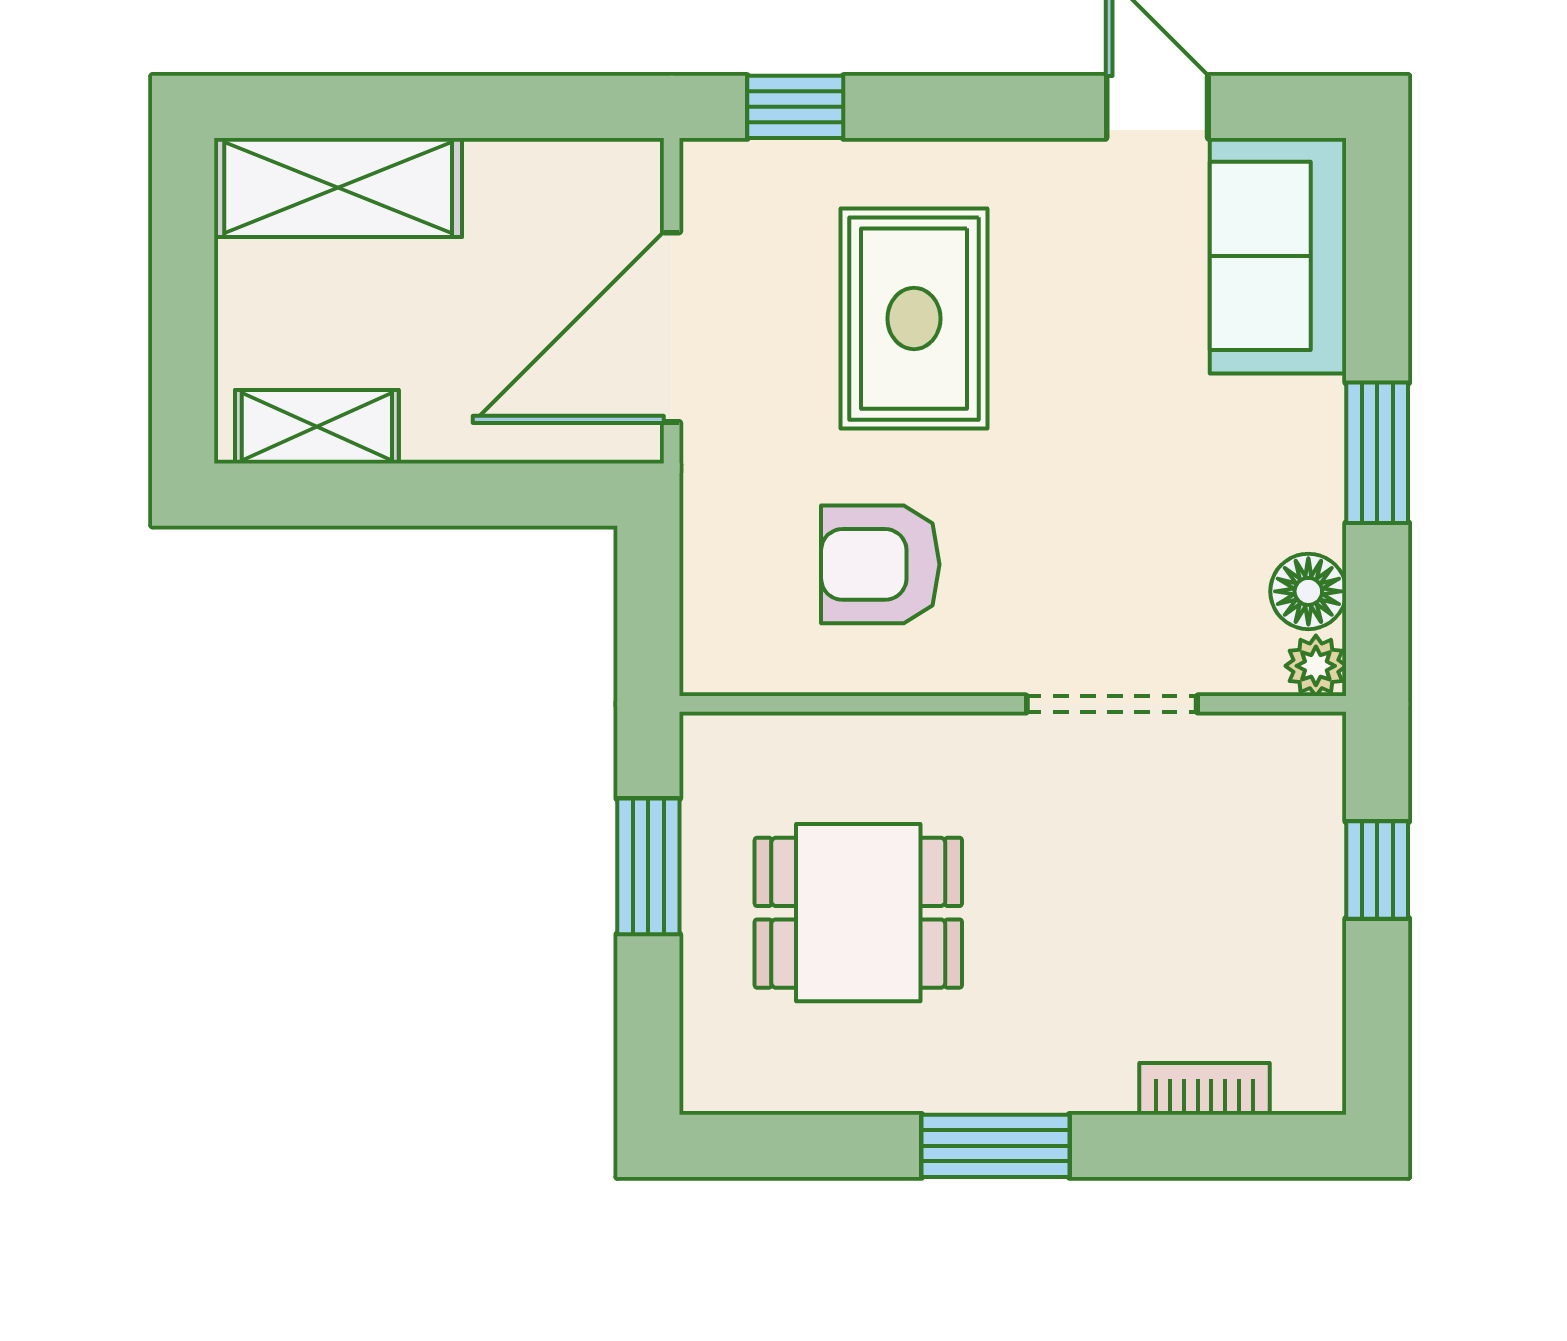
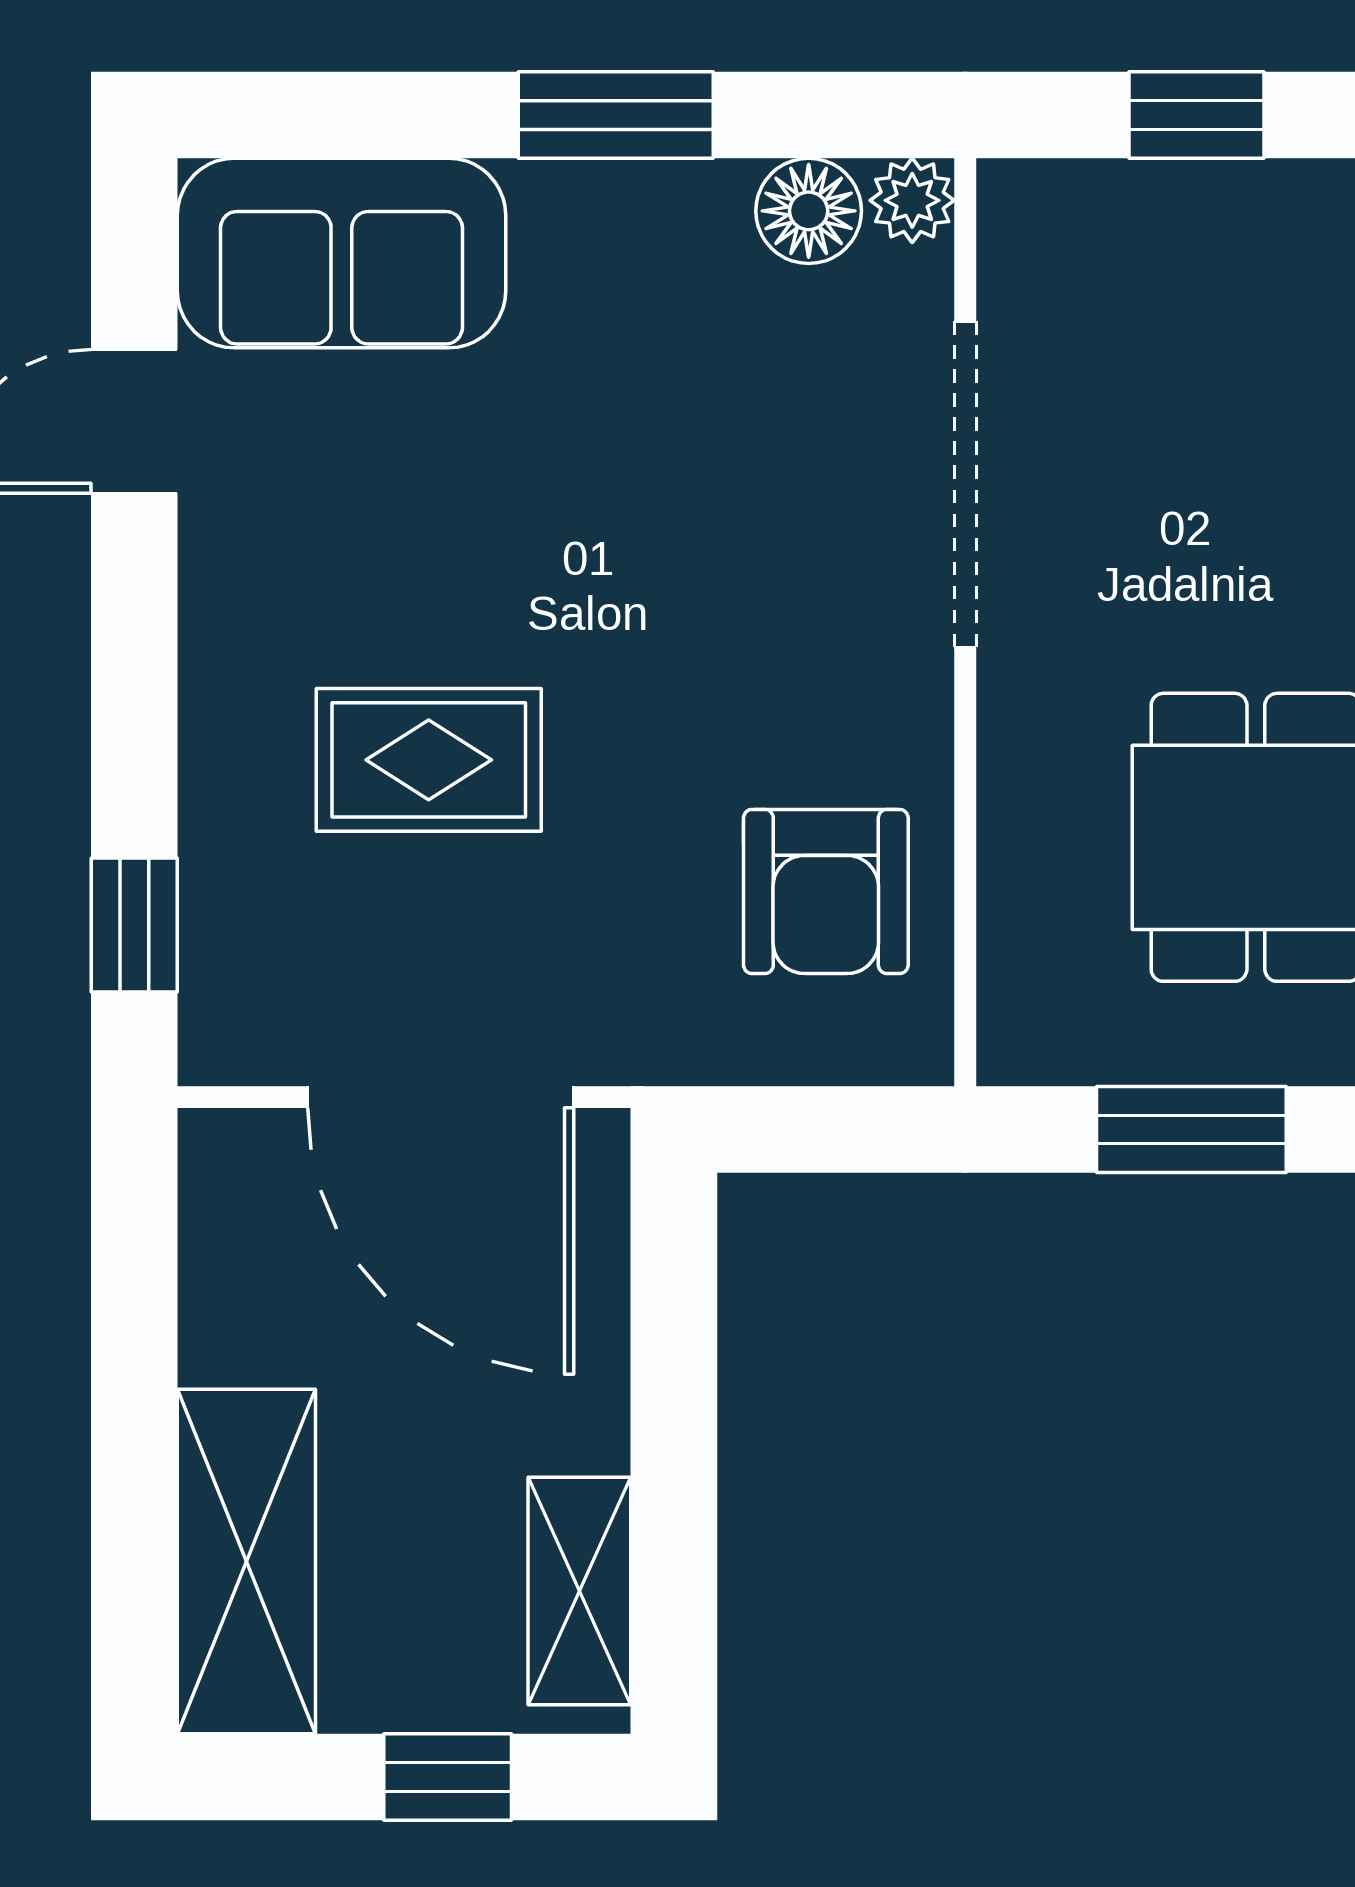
rug: (914, 319) -> (429, 760), width x0.73, depth x0.70
window: (183, 332) -> (448, 1777), added
armchair: (880, 564) -> (826, 891), moved
doorway: (1112, 704) -> (965, 484), width x1.36

